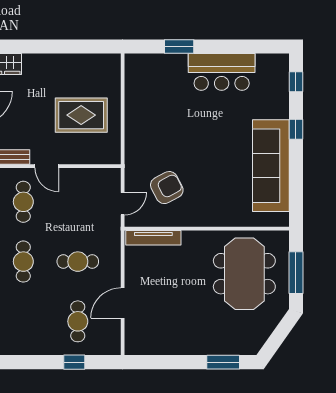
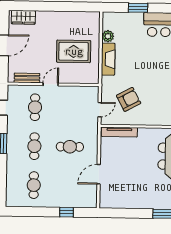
plant: (133, 91) -> (108, 36), added
fireplace: (134, 126) -> (108, 59), added
door: (47, 166) -> (51, 84), swing flipped
cafe table: (78, 321) -> (34, 185), moved

